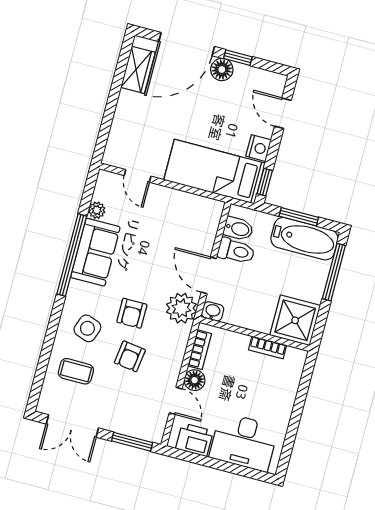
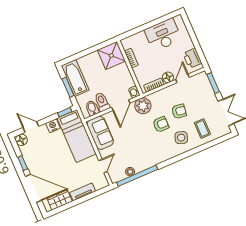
floor lamp: (222, 70) -> (21, 140), moved
door: (283, 113) -> (31, 127), swing flipped
tv unit: (123, 114) -> (83, 192), added
sofa: (95, 252) -> (100, 133), moved, turned 90
window: (72, 255) -> (137, 176), moved
window: (334, 272) -> (79, 55), removed
desk: (244, 442) -> (163, 35), moved, turned -90

